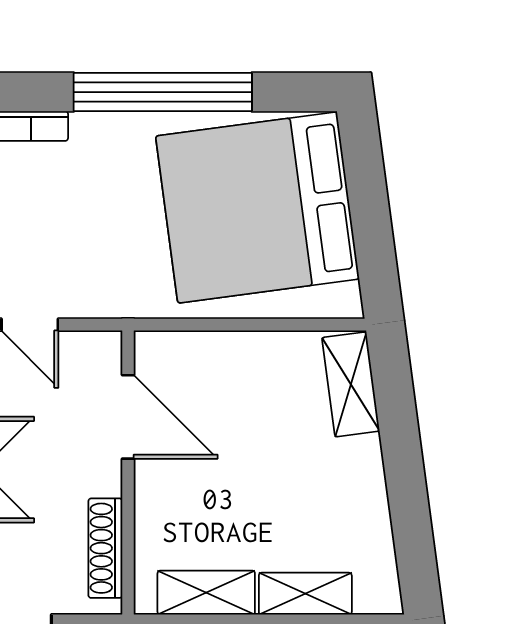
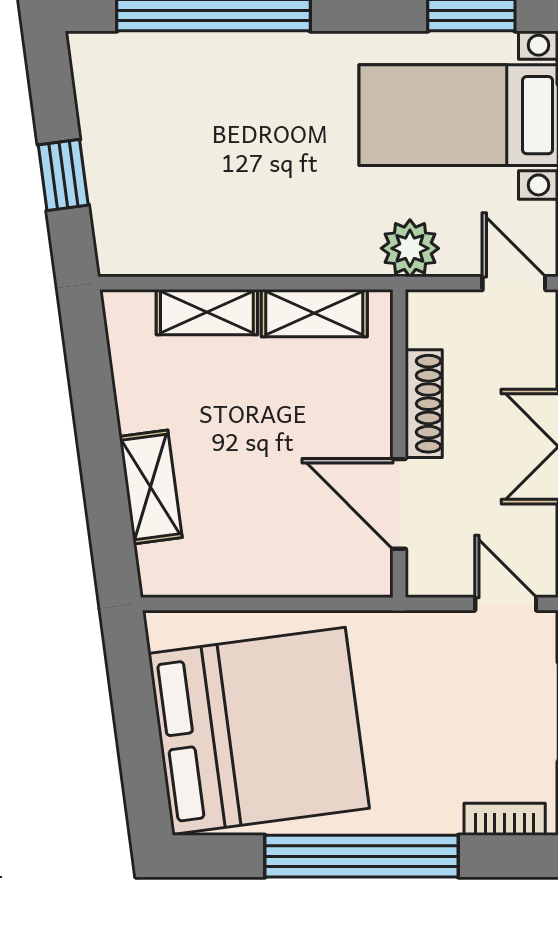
shelving: (351, 384) -> (151, 487), moved
shoe rack: (105, 548) -> (424, 404), moved

